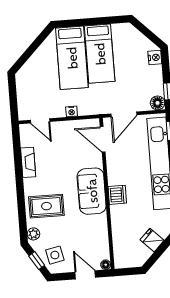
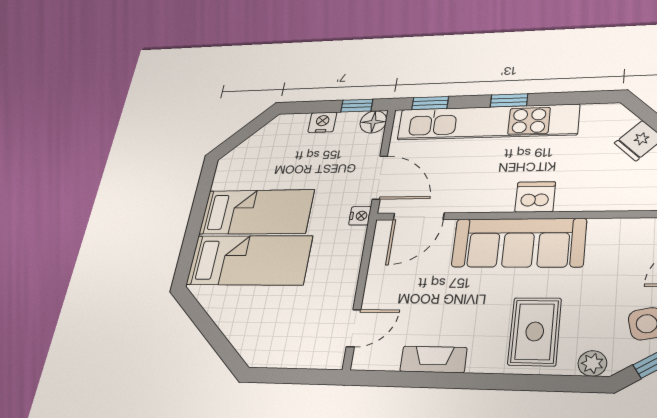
nightstand: (155, 57) -> (322, 122), moved
nightstand: (72, 111) -> (360, 216), moved
sofa: (92, 191) -> (519, 243), width x1.36

